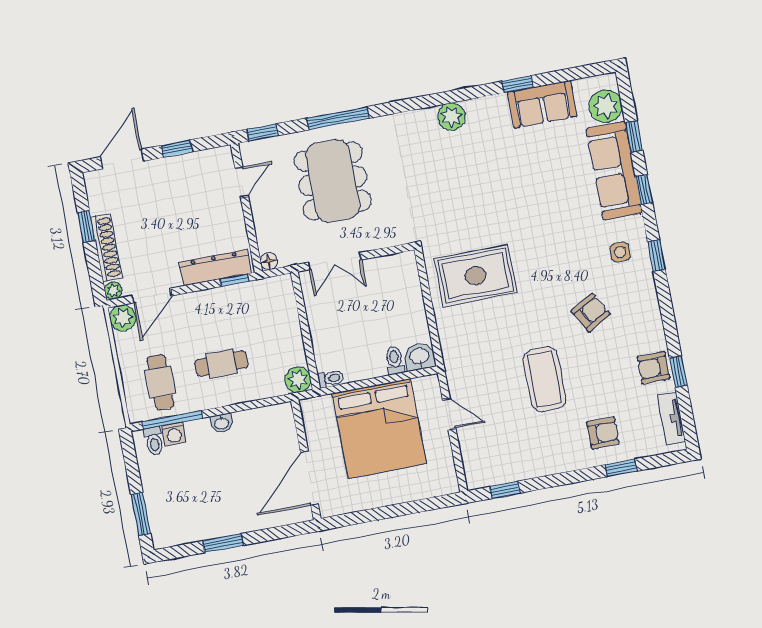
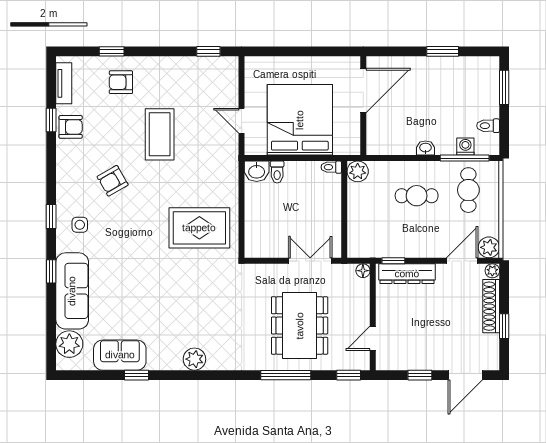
window: (634, 136) -> (51, 316), removed
toilet: (154, 441) -> (488, 126), moved, turned -90

